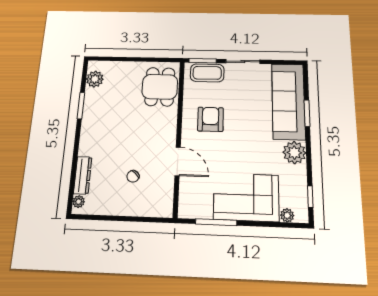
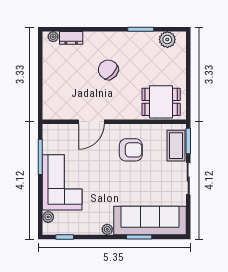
plant: (294, 153) -> (107, 229), width x0.53, depth x0.53
dresser: (83, 175) -> (71, 38), width x0.70
chair: (133, 176) -> (108, 70), moved, width x1.87, depth x1.87

